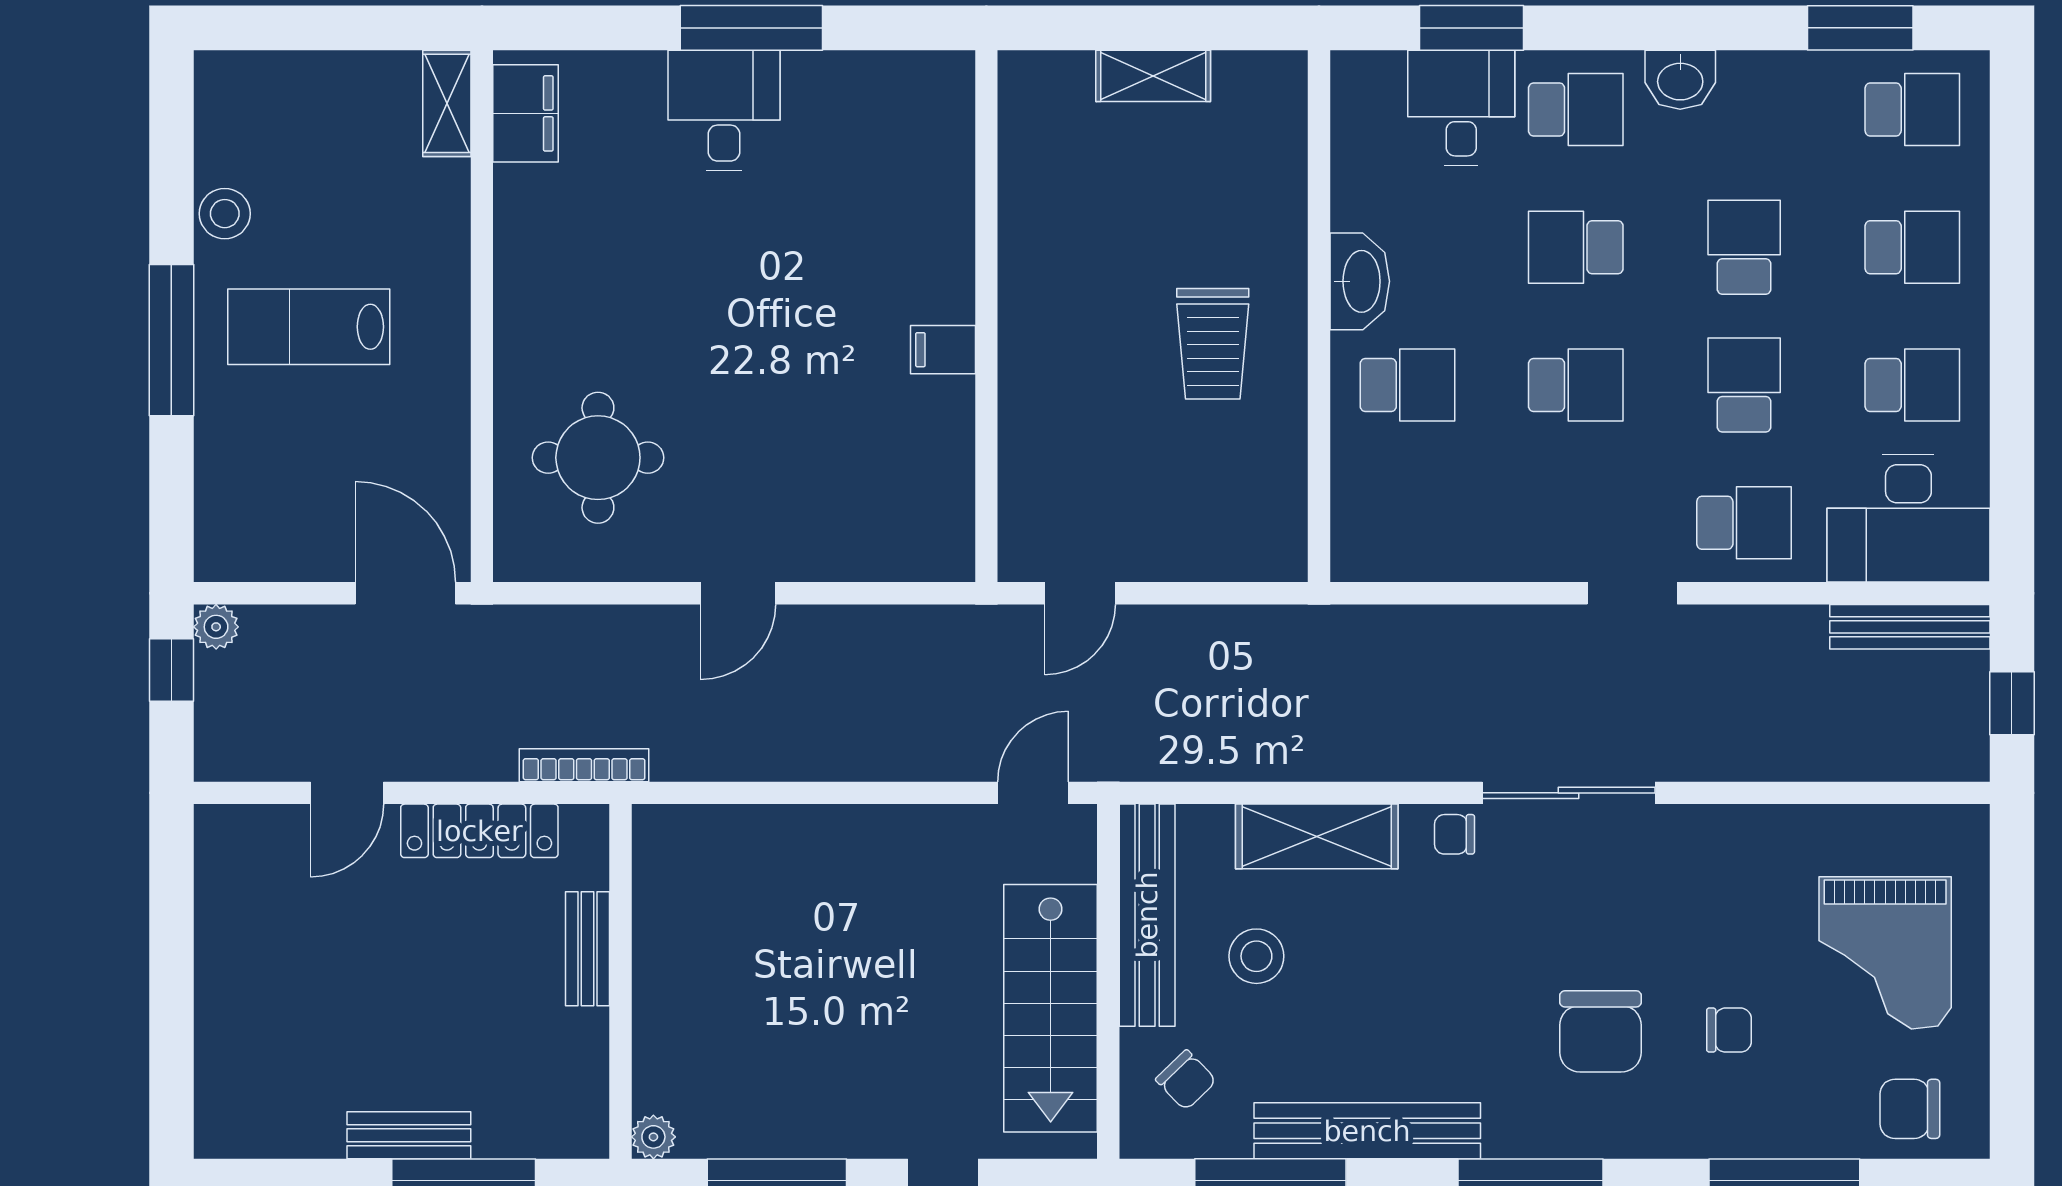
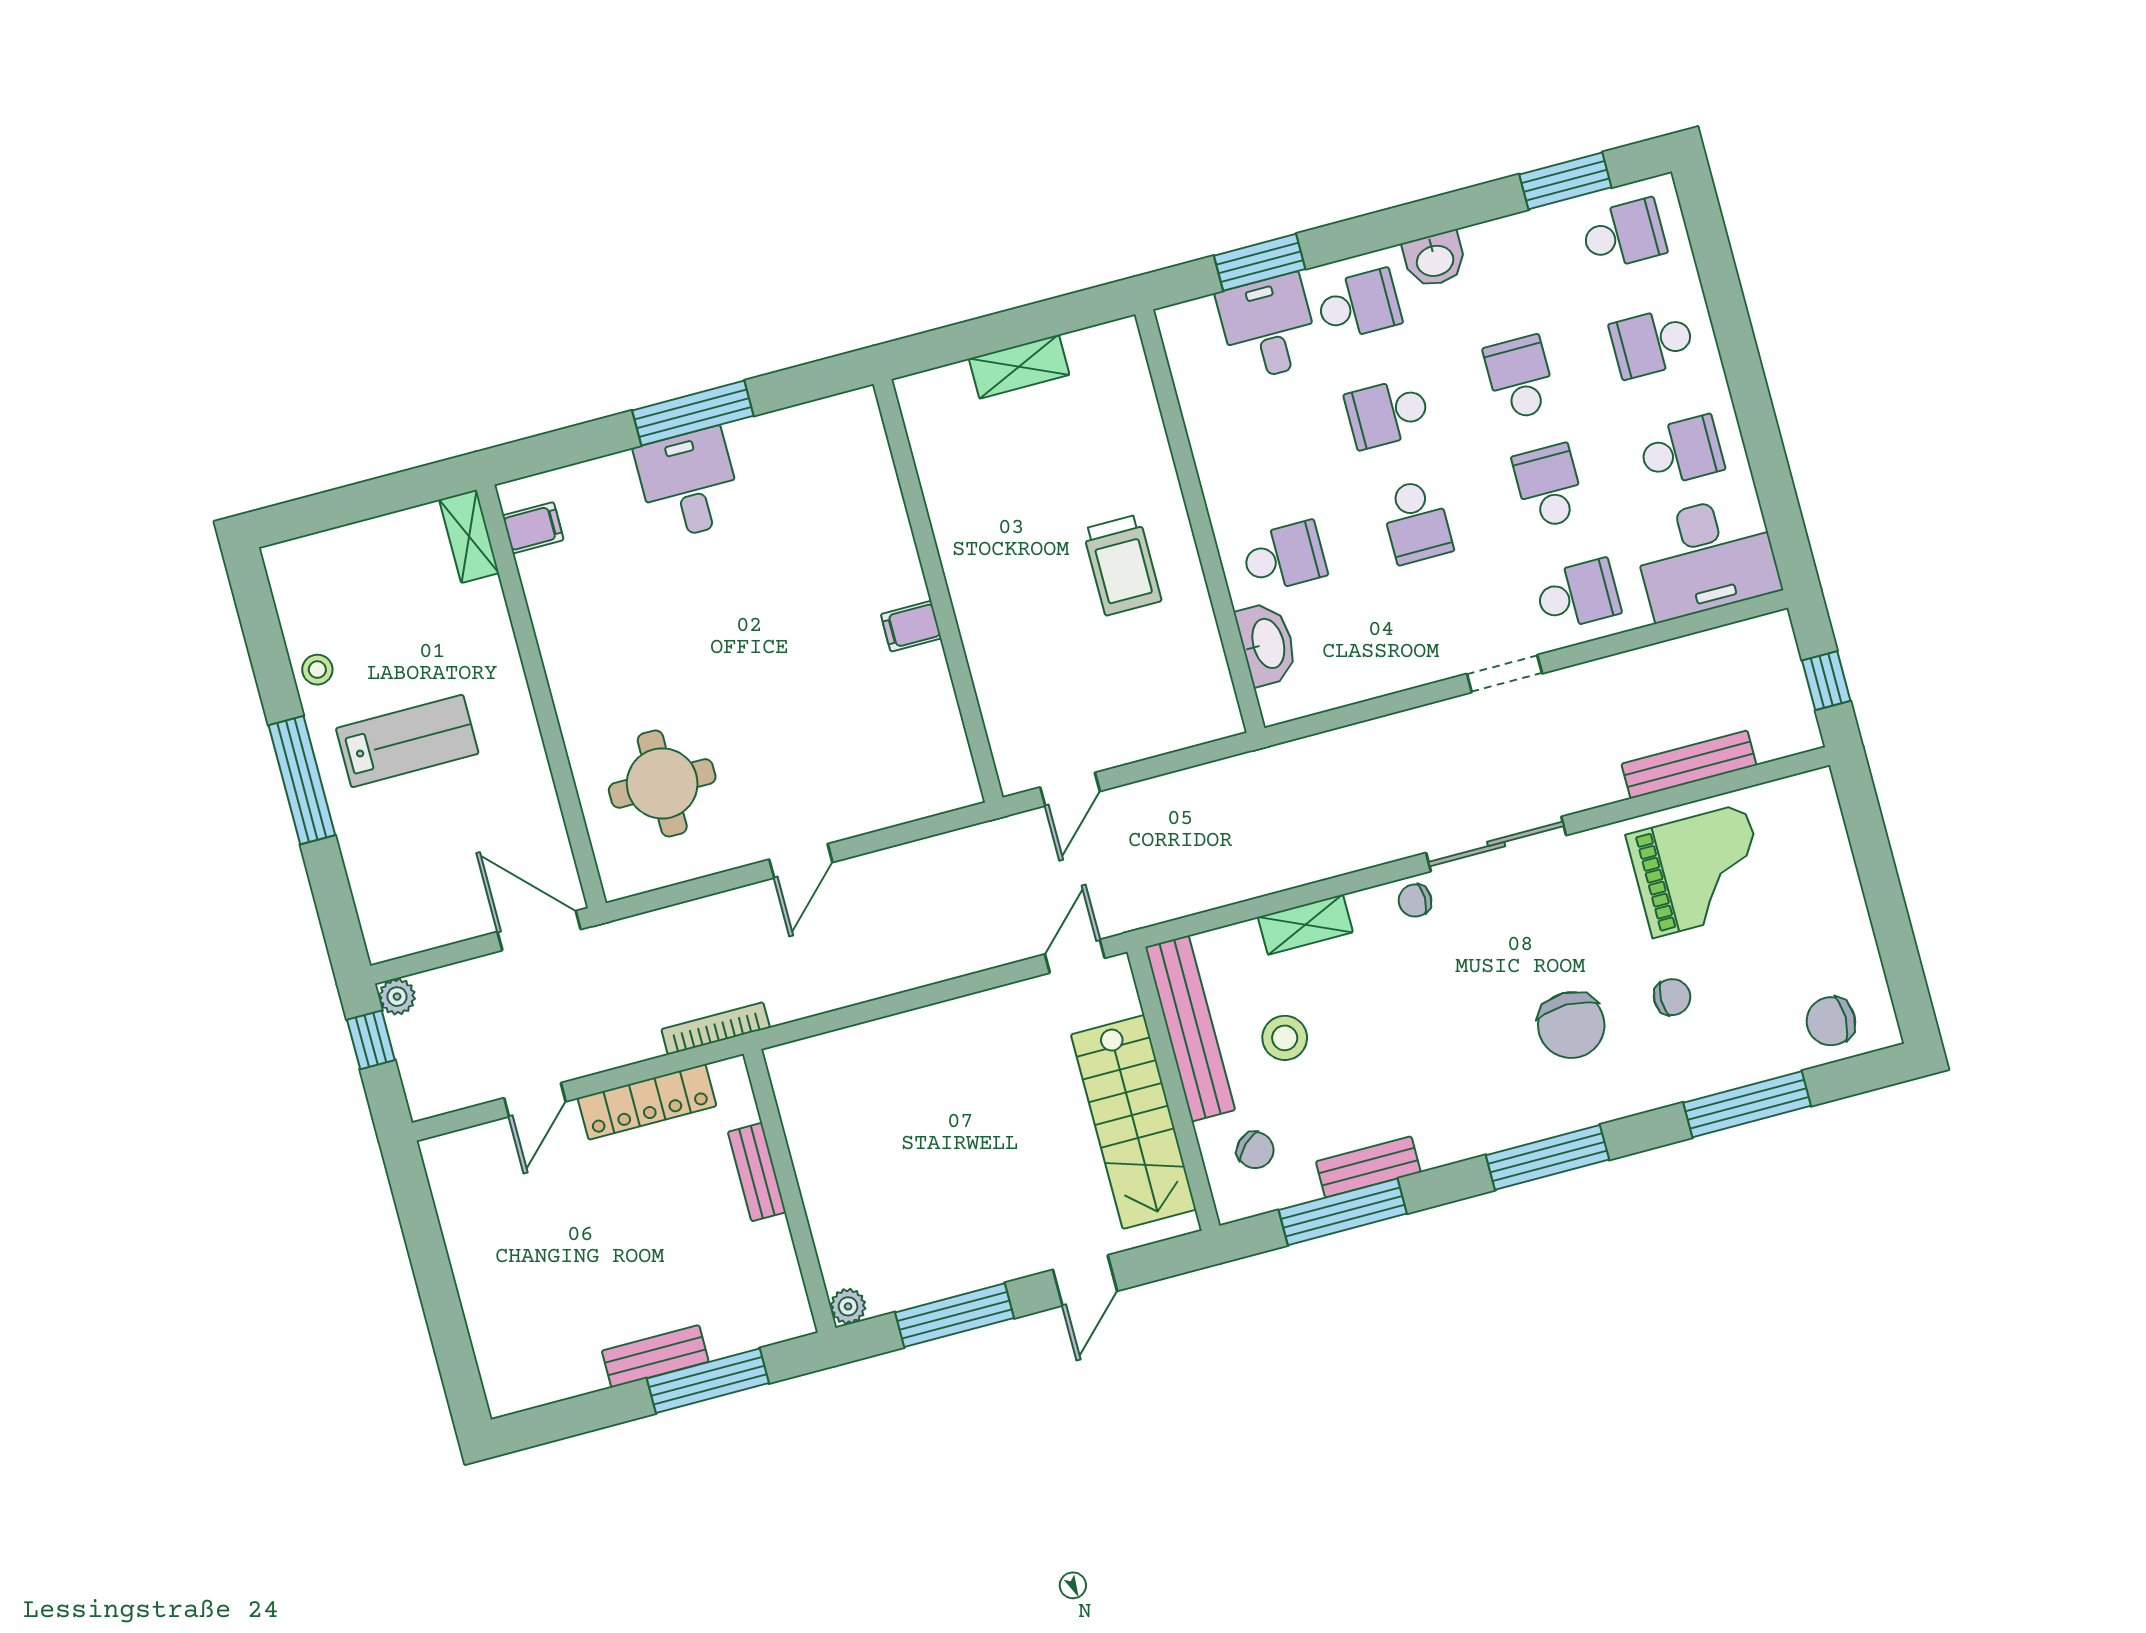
filing cabinet: (526, 113) -> (533, 528), width x0.50
stool: (225, 214) -> (317, 670), width x0.73, depth x0.73
school desk: (1912, 247) -> (1652, 343), turned 180
washbasin: (1360, 281) -> (1267, 644), moved
lab bench: (309, 327) -> (407, 741), turned 180
school desk: (1576, 385) -> (1416, 522), turned 90
bench: (1910, 627) -> (1689, 764), moved
shelving: (1317, 836) -> (1305, 925), width x0.67, depth x0.75
grand piano: (1885, 953) -> (1699, 871), moved, turned -90
bench: (1367, 1131) -> (1368, 1167), width x0.54, depth x0.82

